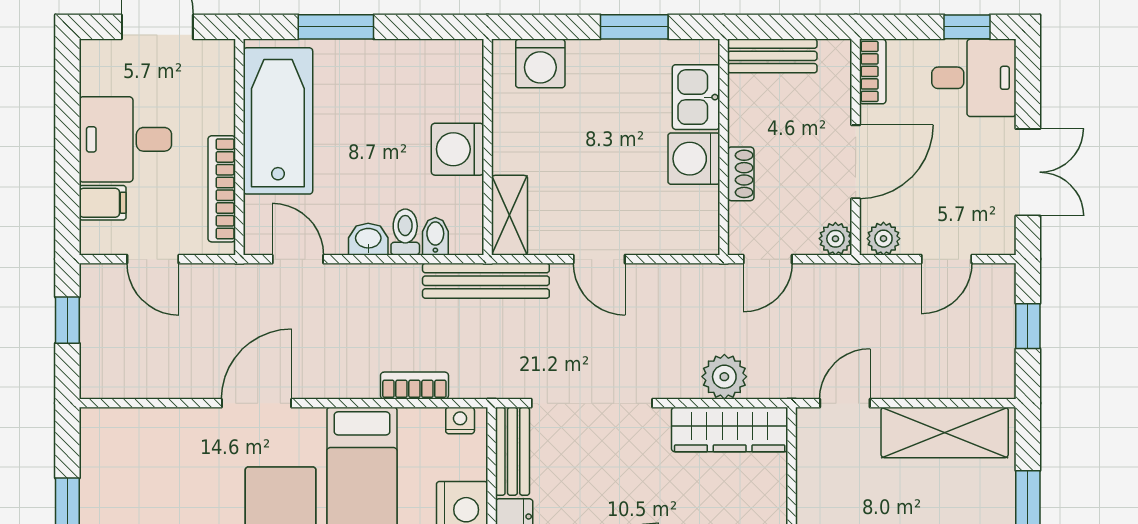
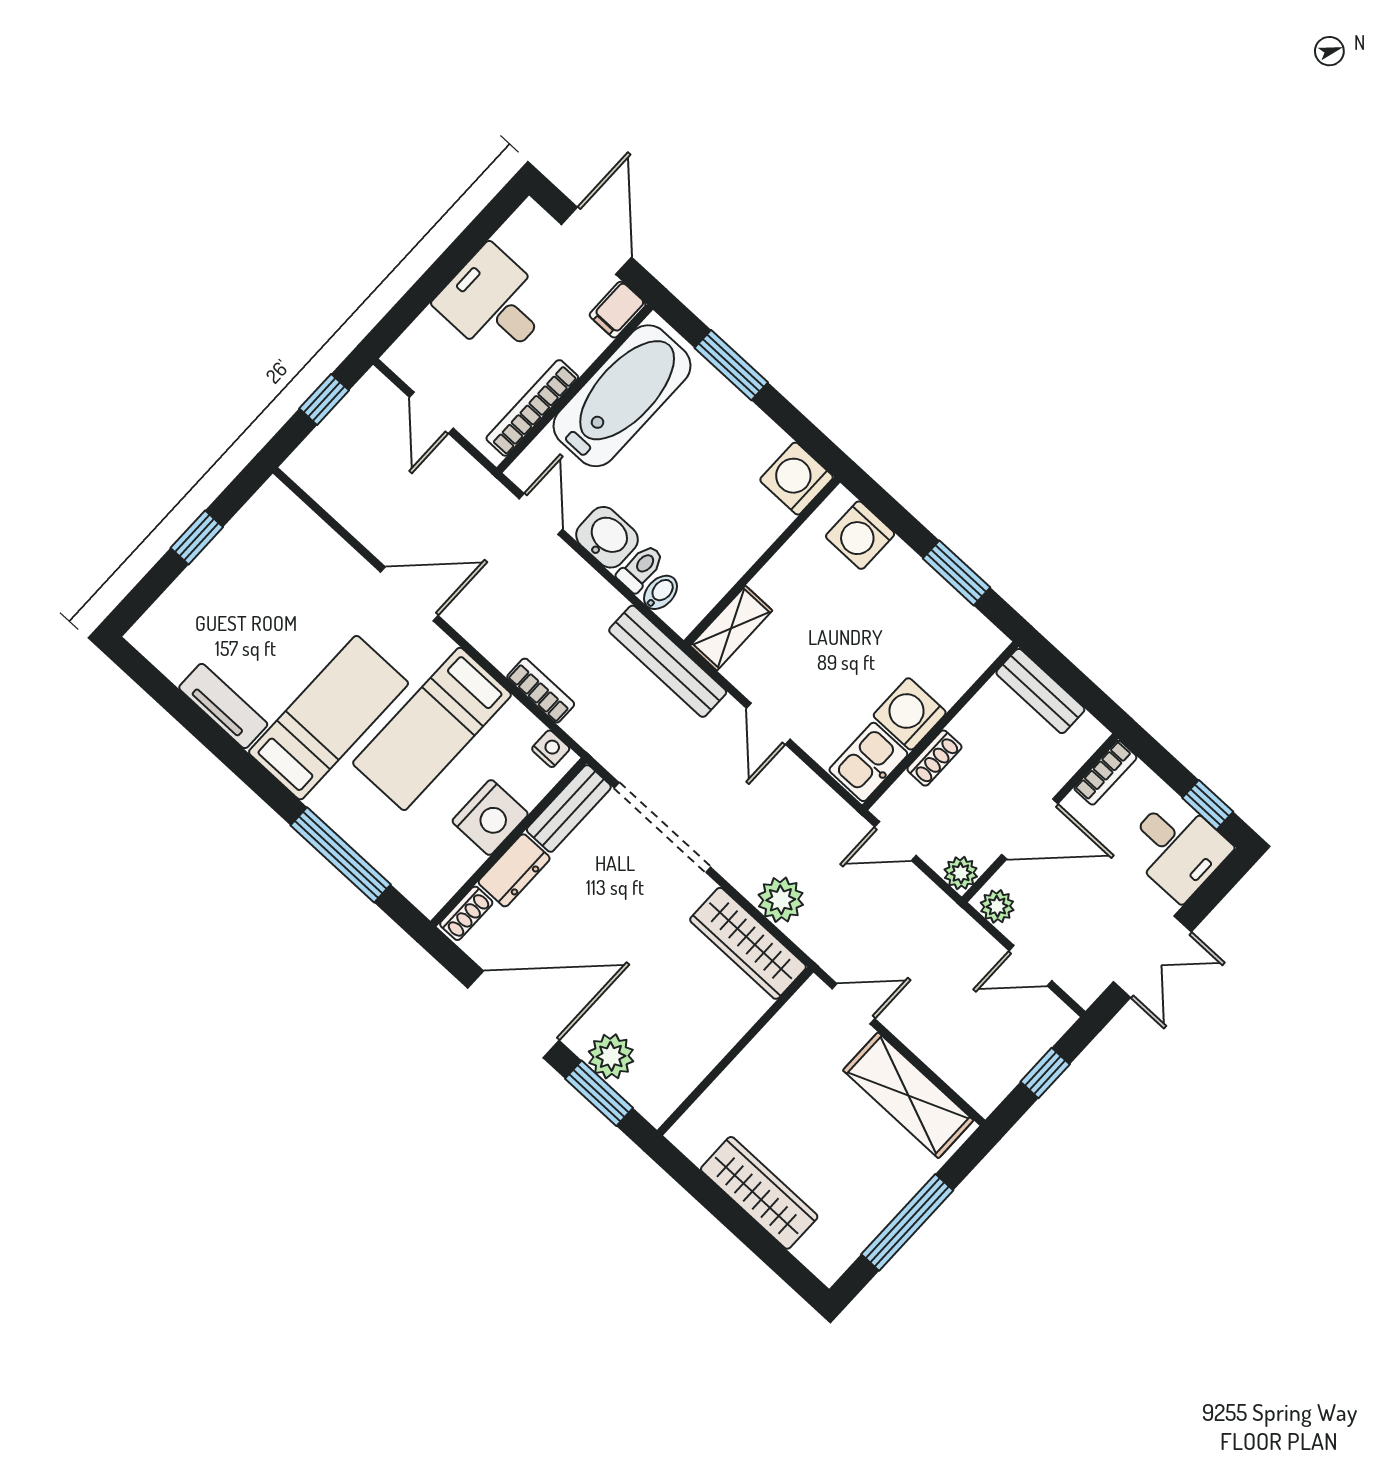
kitchen sink: (696, 97) -> (868, 762), moved
washing machine: (458, 149) -> (797, 479), moved
filing cabinet: (103, 203) -> (618, 310), moved, turned 90
washbasin: (368, 239) -> (607, 537), width x1.38, depth x1.45

